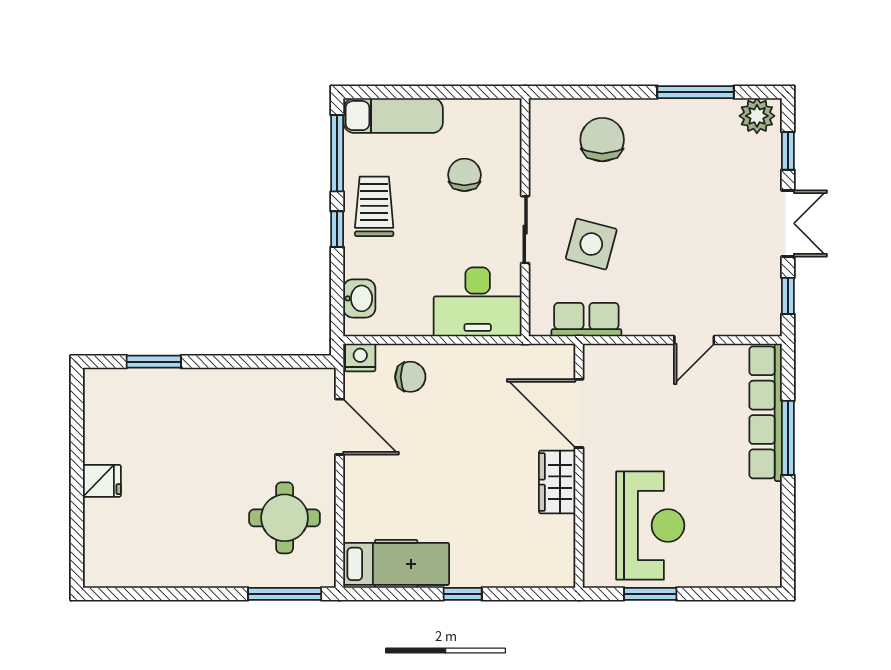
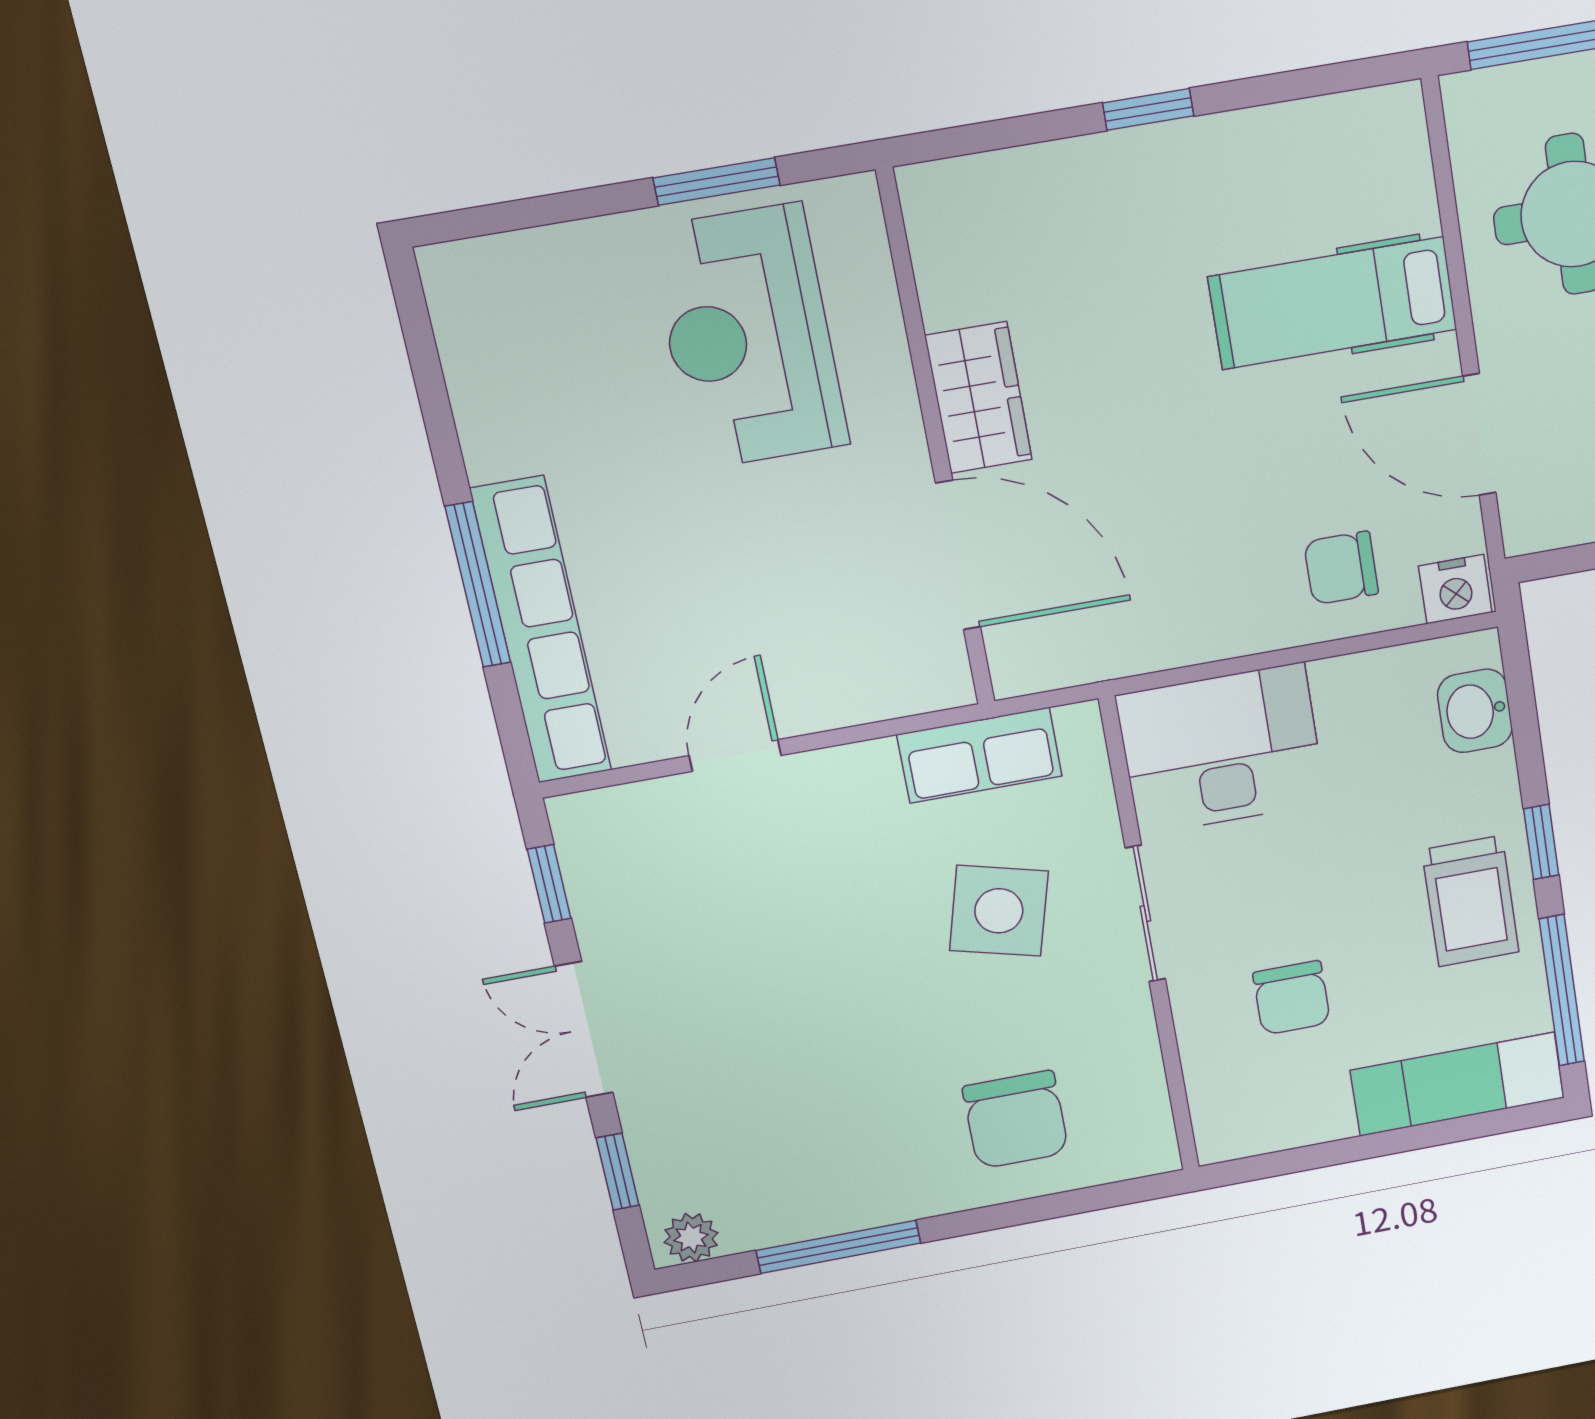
plant: (757, 116) -> (691, 1238), width x0.73, depth x0.73
hospital bed: (396, 564) -> (1333, 303), moved

